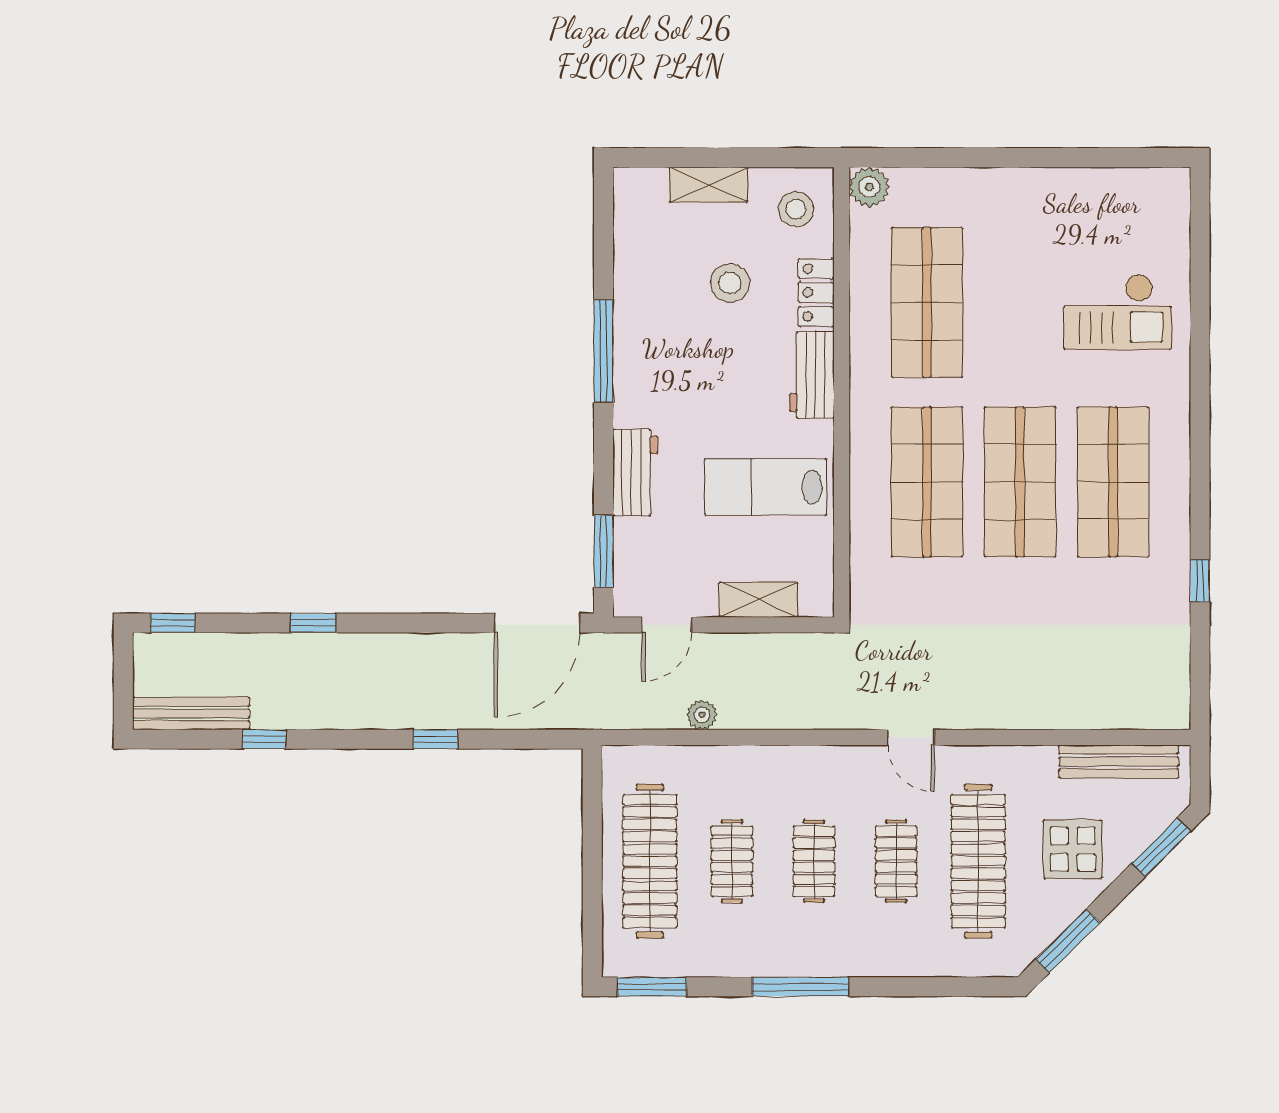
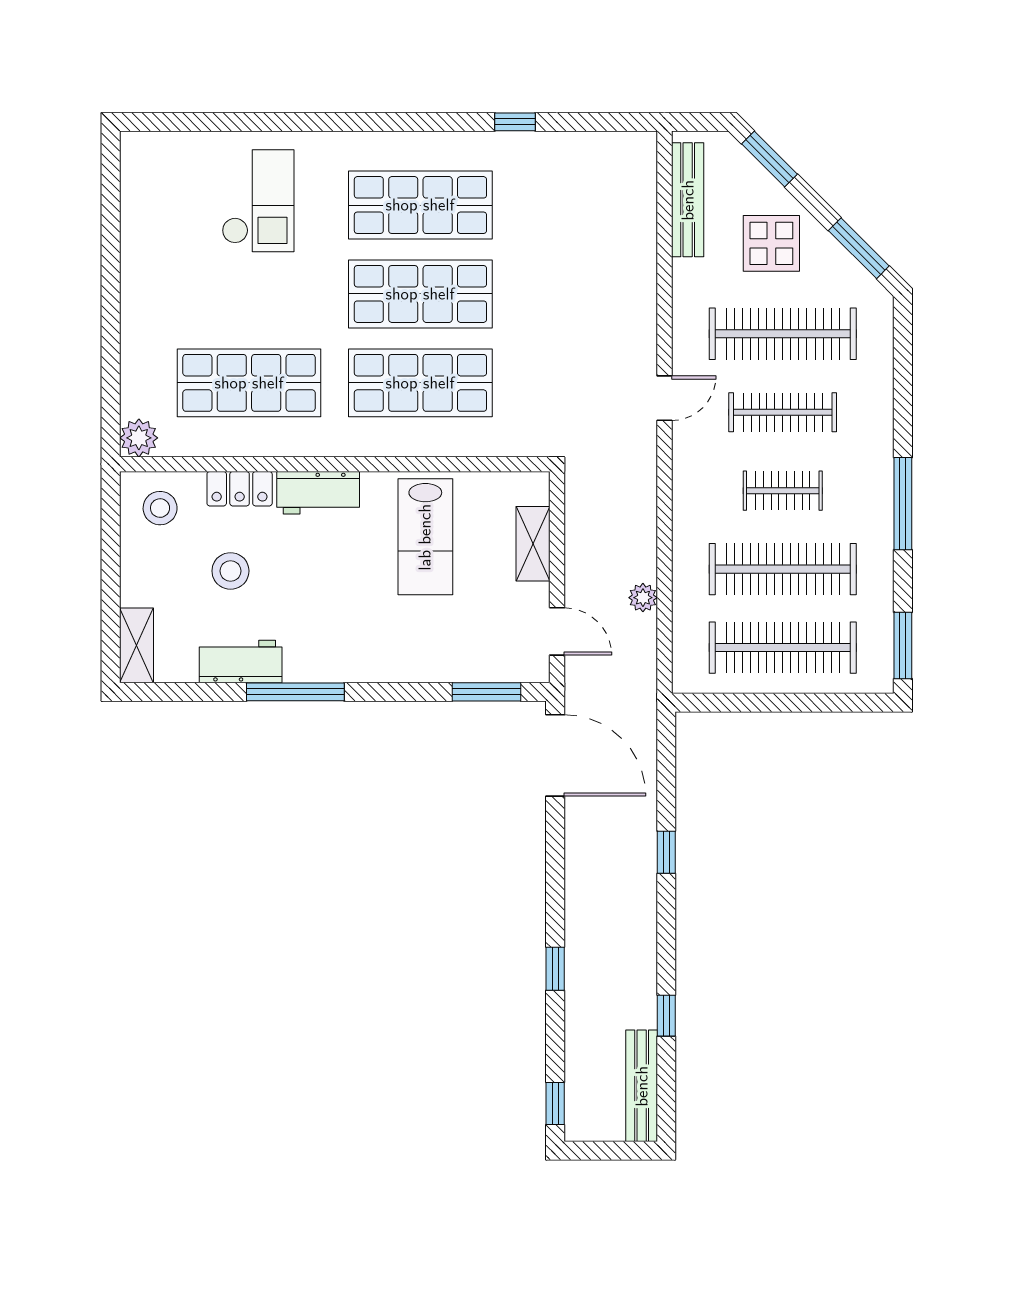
shelving: (709, 185) -> (137, 645), moved
workbench: (635, 473) -> (241, 662), moved
clothes rail: (732, 861) -> (783, 569), width x1.86, depth x1.31
clothes rail: (896, 861) -> (783, 412), width x1.36

